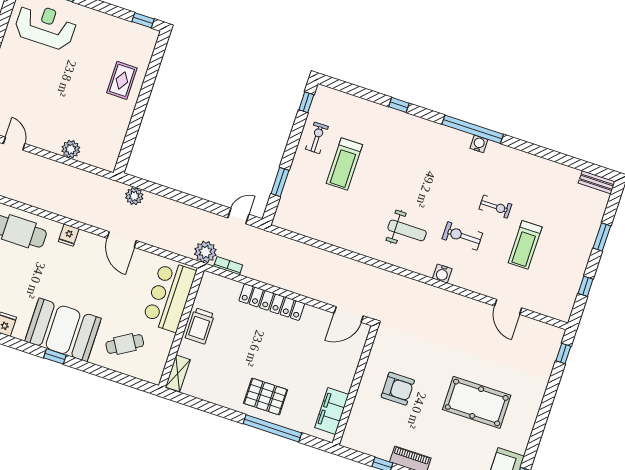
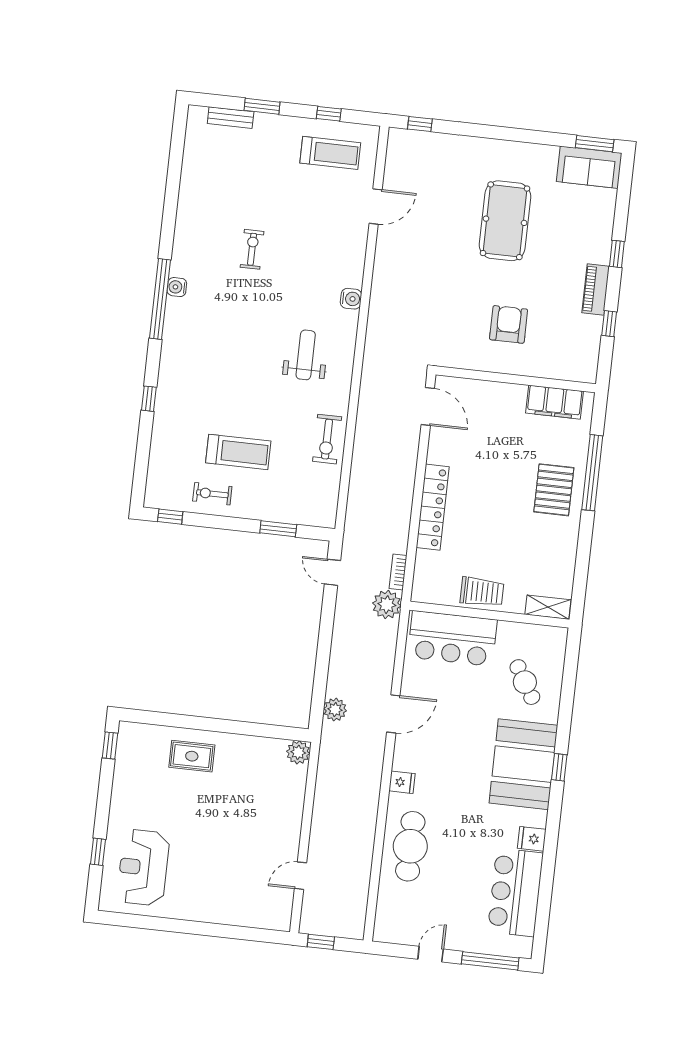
plant: (71, 149) -> (298, 752), moved
bench: (597, 182) -> (231, 118), moved, turned 90
exercise bike: (462, 236) -> (327, 439), moved
treadmill: (525, 245) -> (330, 153), moved

